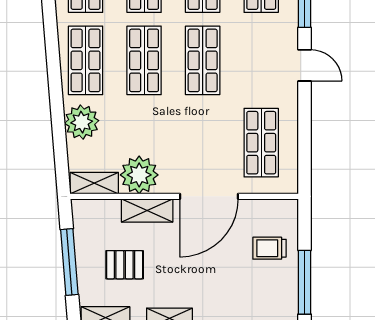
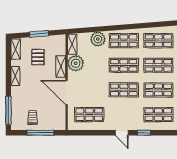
door: (304, 65) -> (122, 133), hinge flipped
trolley: (270, 248) -> (33, 117), moved
window: (69, 262) -> (39, 34), width x0.69
window: (304, 282) -> (41, 133), moved

